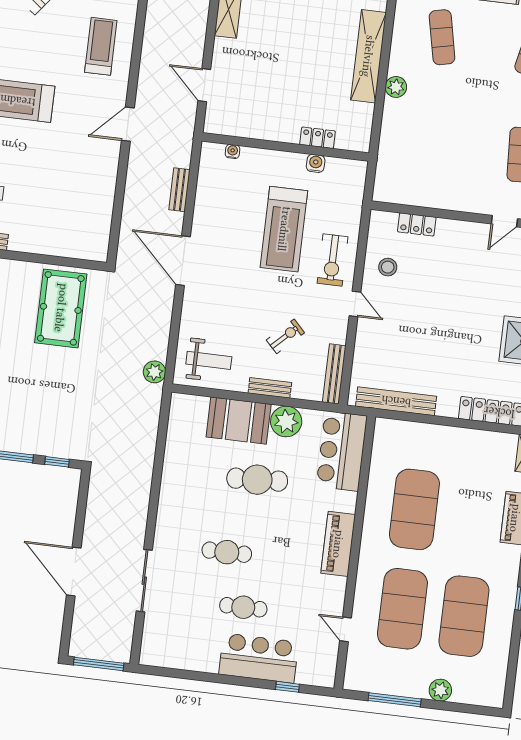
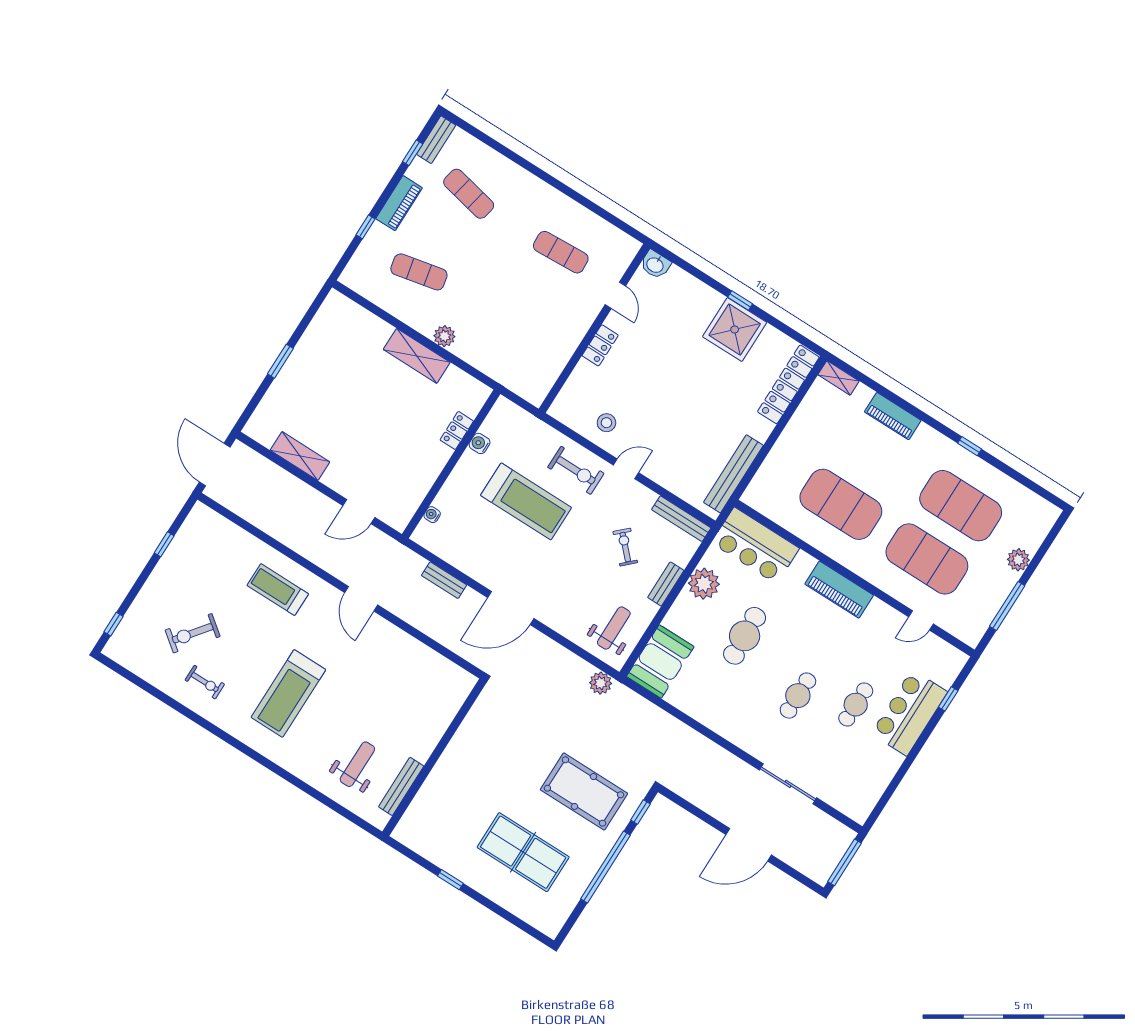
shelving: (368, 56) -> (417, 356), width x0.68
locker: (417, 224) -> (600, 345), moved
pool table: (61, 308) -> (584, 791), moved
booth: (239, 421) -> (660, 662), moved

